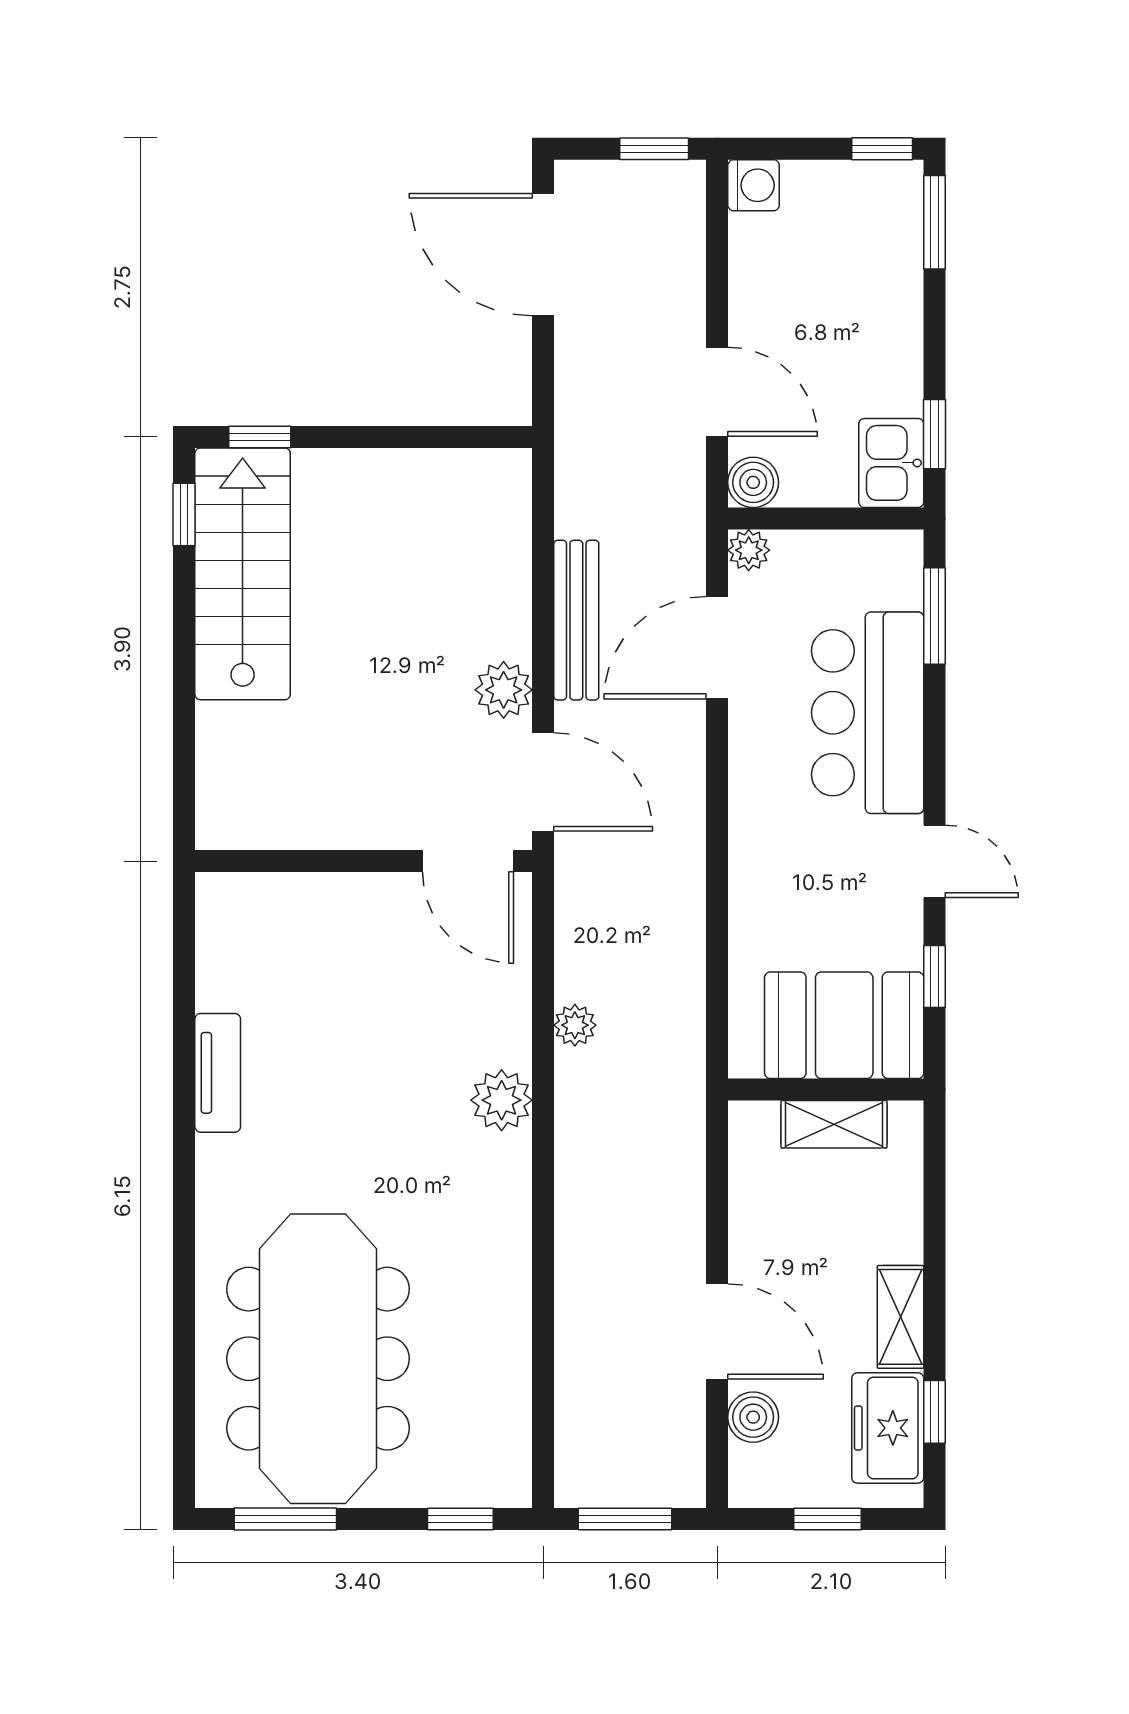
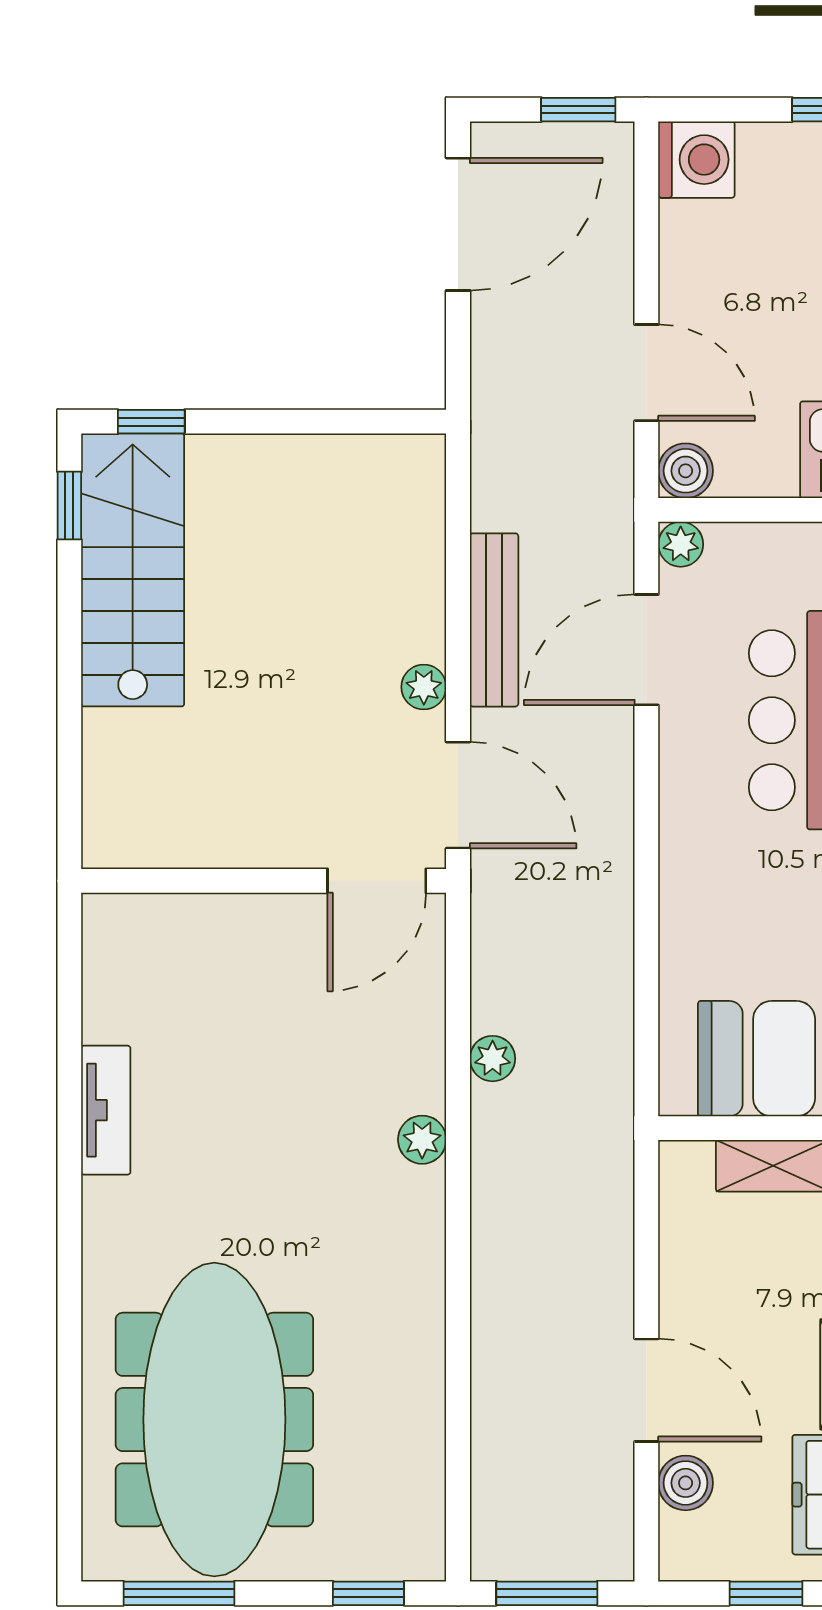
washing machine: (754, 185) -> (696, 160), width x1.38, depth x1.38
door: (543, 255) -> (458, 224), swing flipped
plant: (504, 690) -> (424, 687), width x0.73, depth x0.73
door: (468, 861) -> (377, 881), hinge flipped
plant: (502, 1100) -> (422, 1140), width x0.73, depth x0.73

